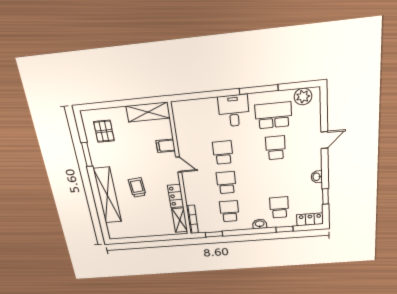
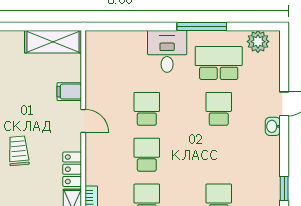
washbasin: (317, 177) -> (273, 126), moved

